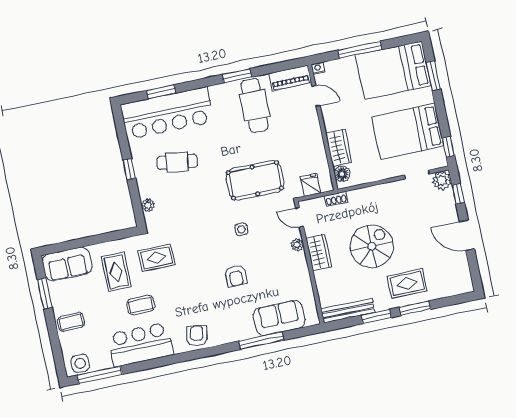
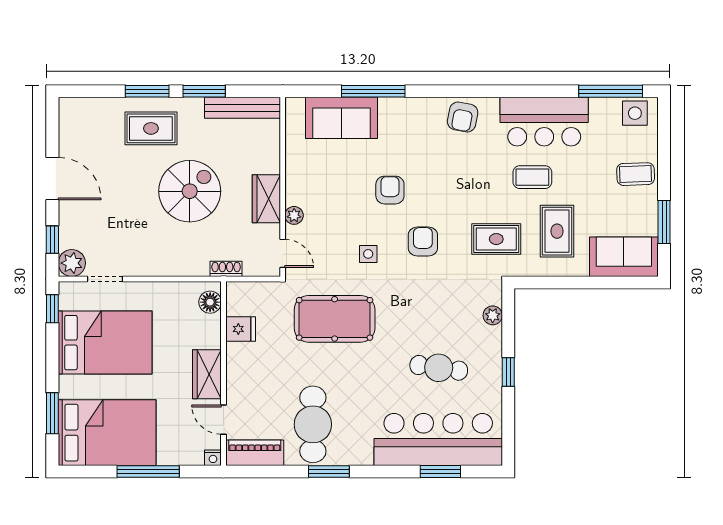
wardrobe: (339, 148) -> (207, 374), moved
fridge: (310, 185) -> (241, 329), moved, turned -90
armchair: (206, 246) -> (423, 242), added
spiral stairs: (372, 246) -> (190, 191), turned 180

